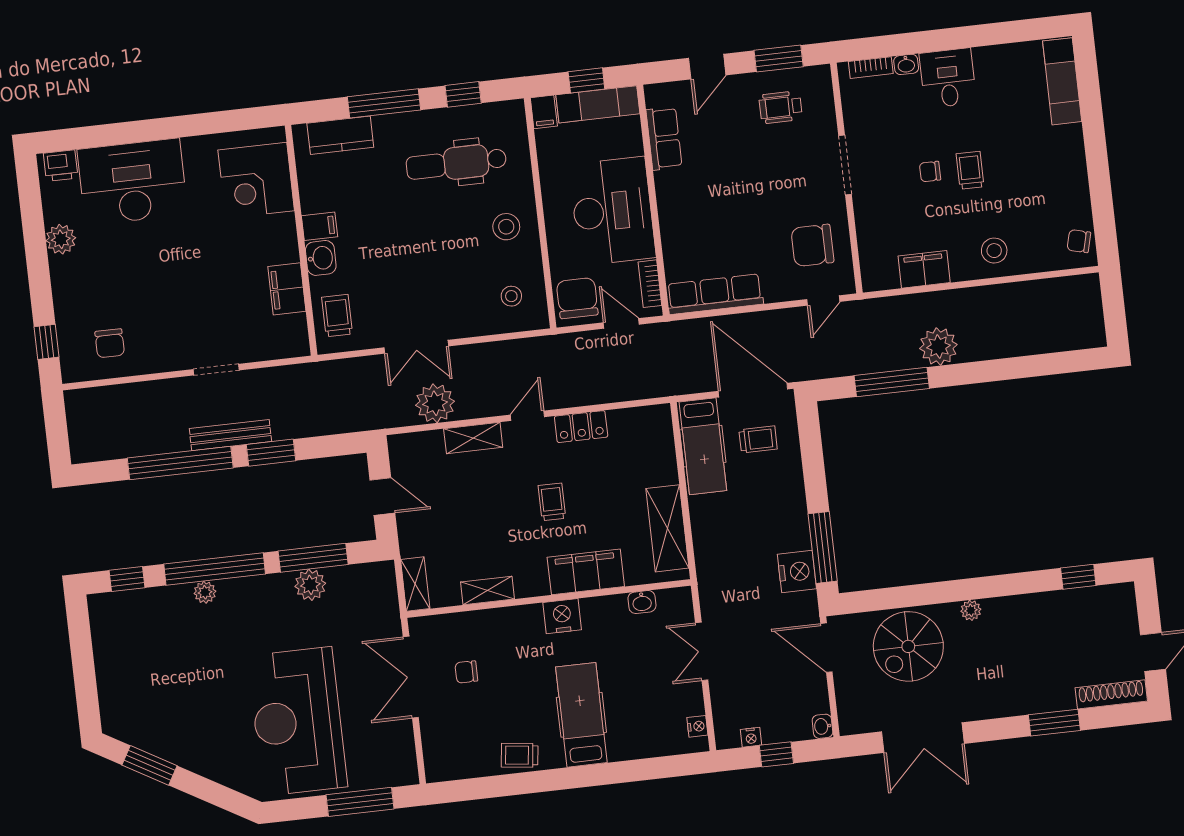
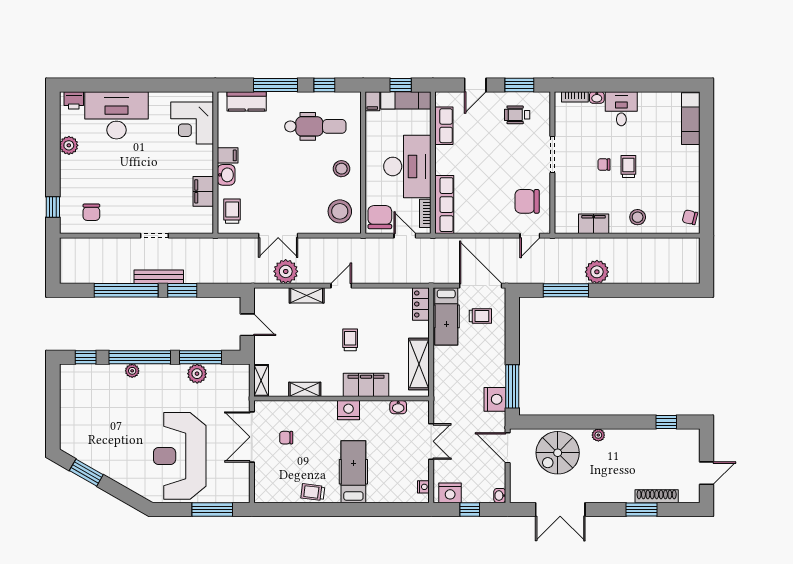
dental chair: (456, 163) -> (315, 126), turned 180
row of seats: (715, 294) -> (444, 205), moved, turned 90
stool: (511, 296) -> (340, 211), width x1.89, depth x1.89
locker: (581, 427) -> (421, 304), moved, turned 90
double door: (702, 651) -> (431, 441), swing flipped
shoe rack: (1111, 694) -> (657, 496), moved
nightstand: (751, 737) -> (450, 493), width x1.89, depth x1.79

